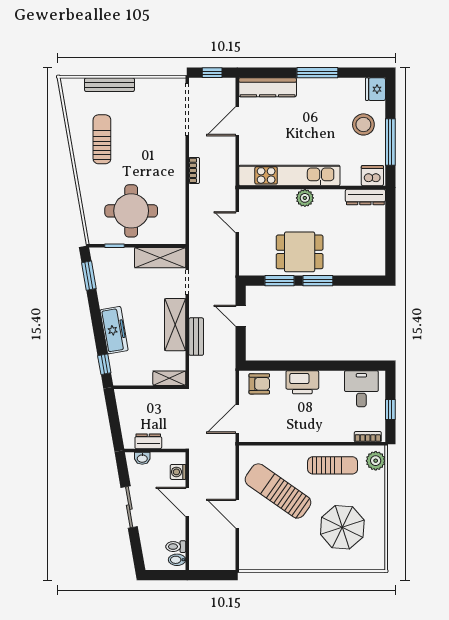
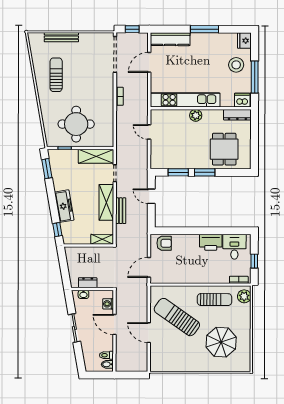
dining table: (300, 252) -> (224, 149), moved, turned 90
printer: (302, 382) -> (211, 242), moved

